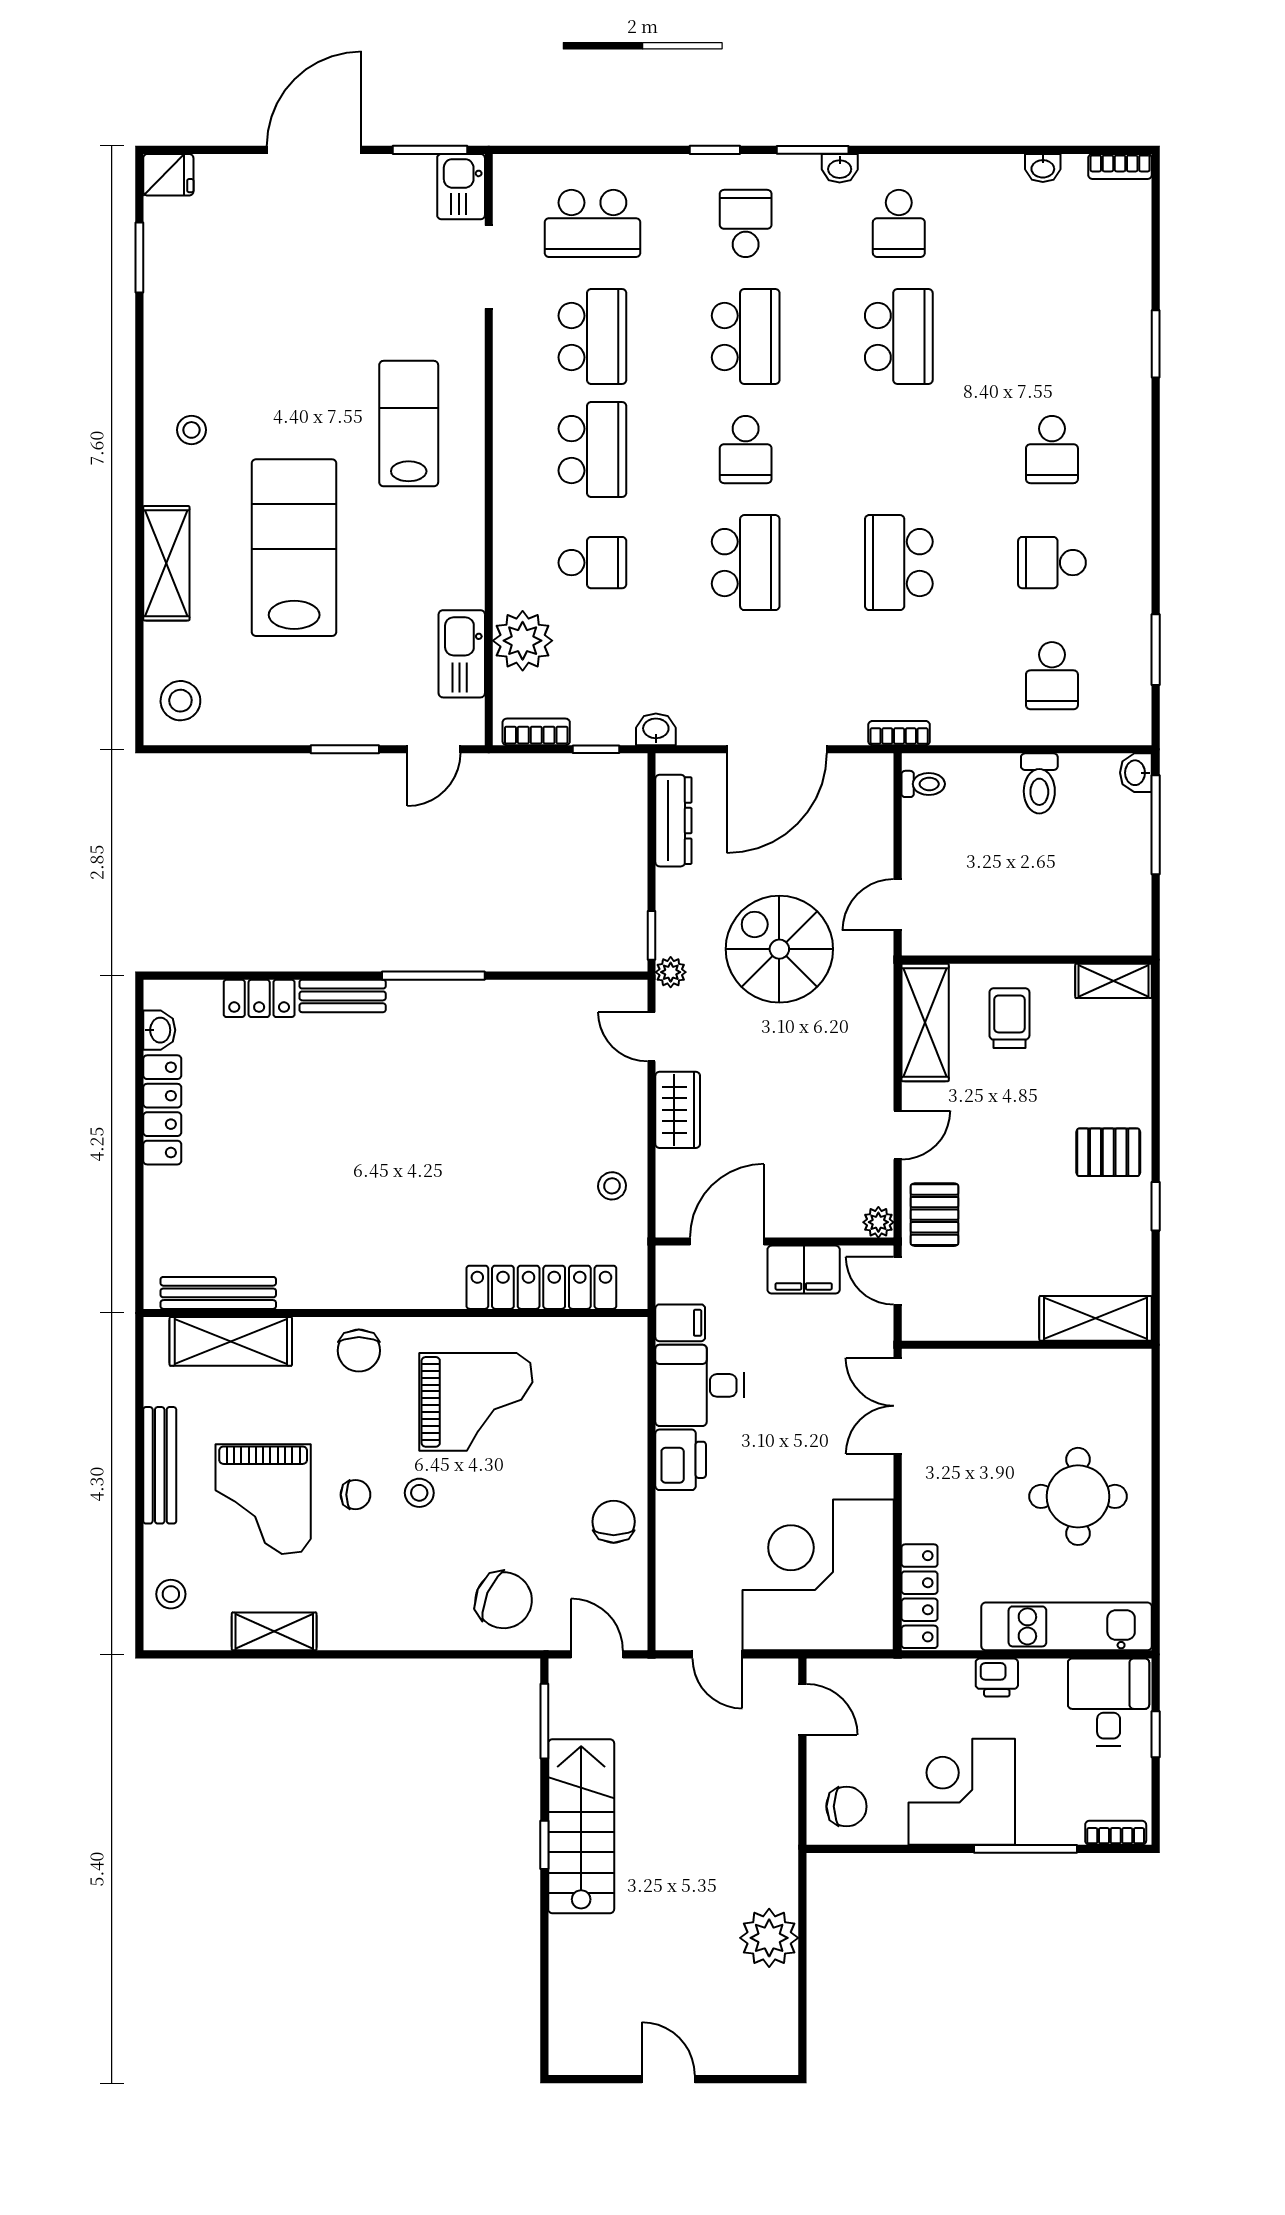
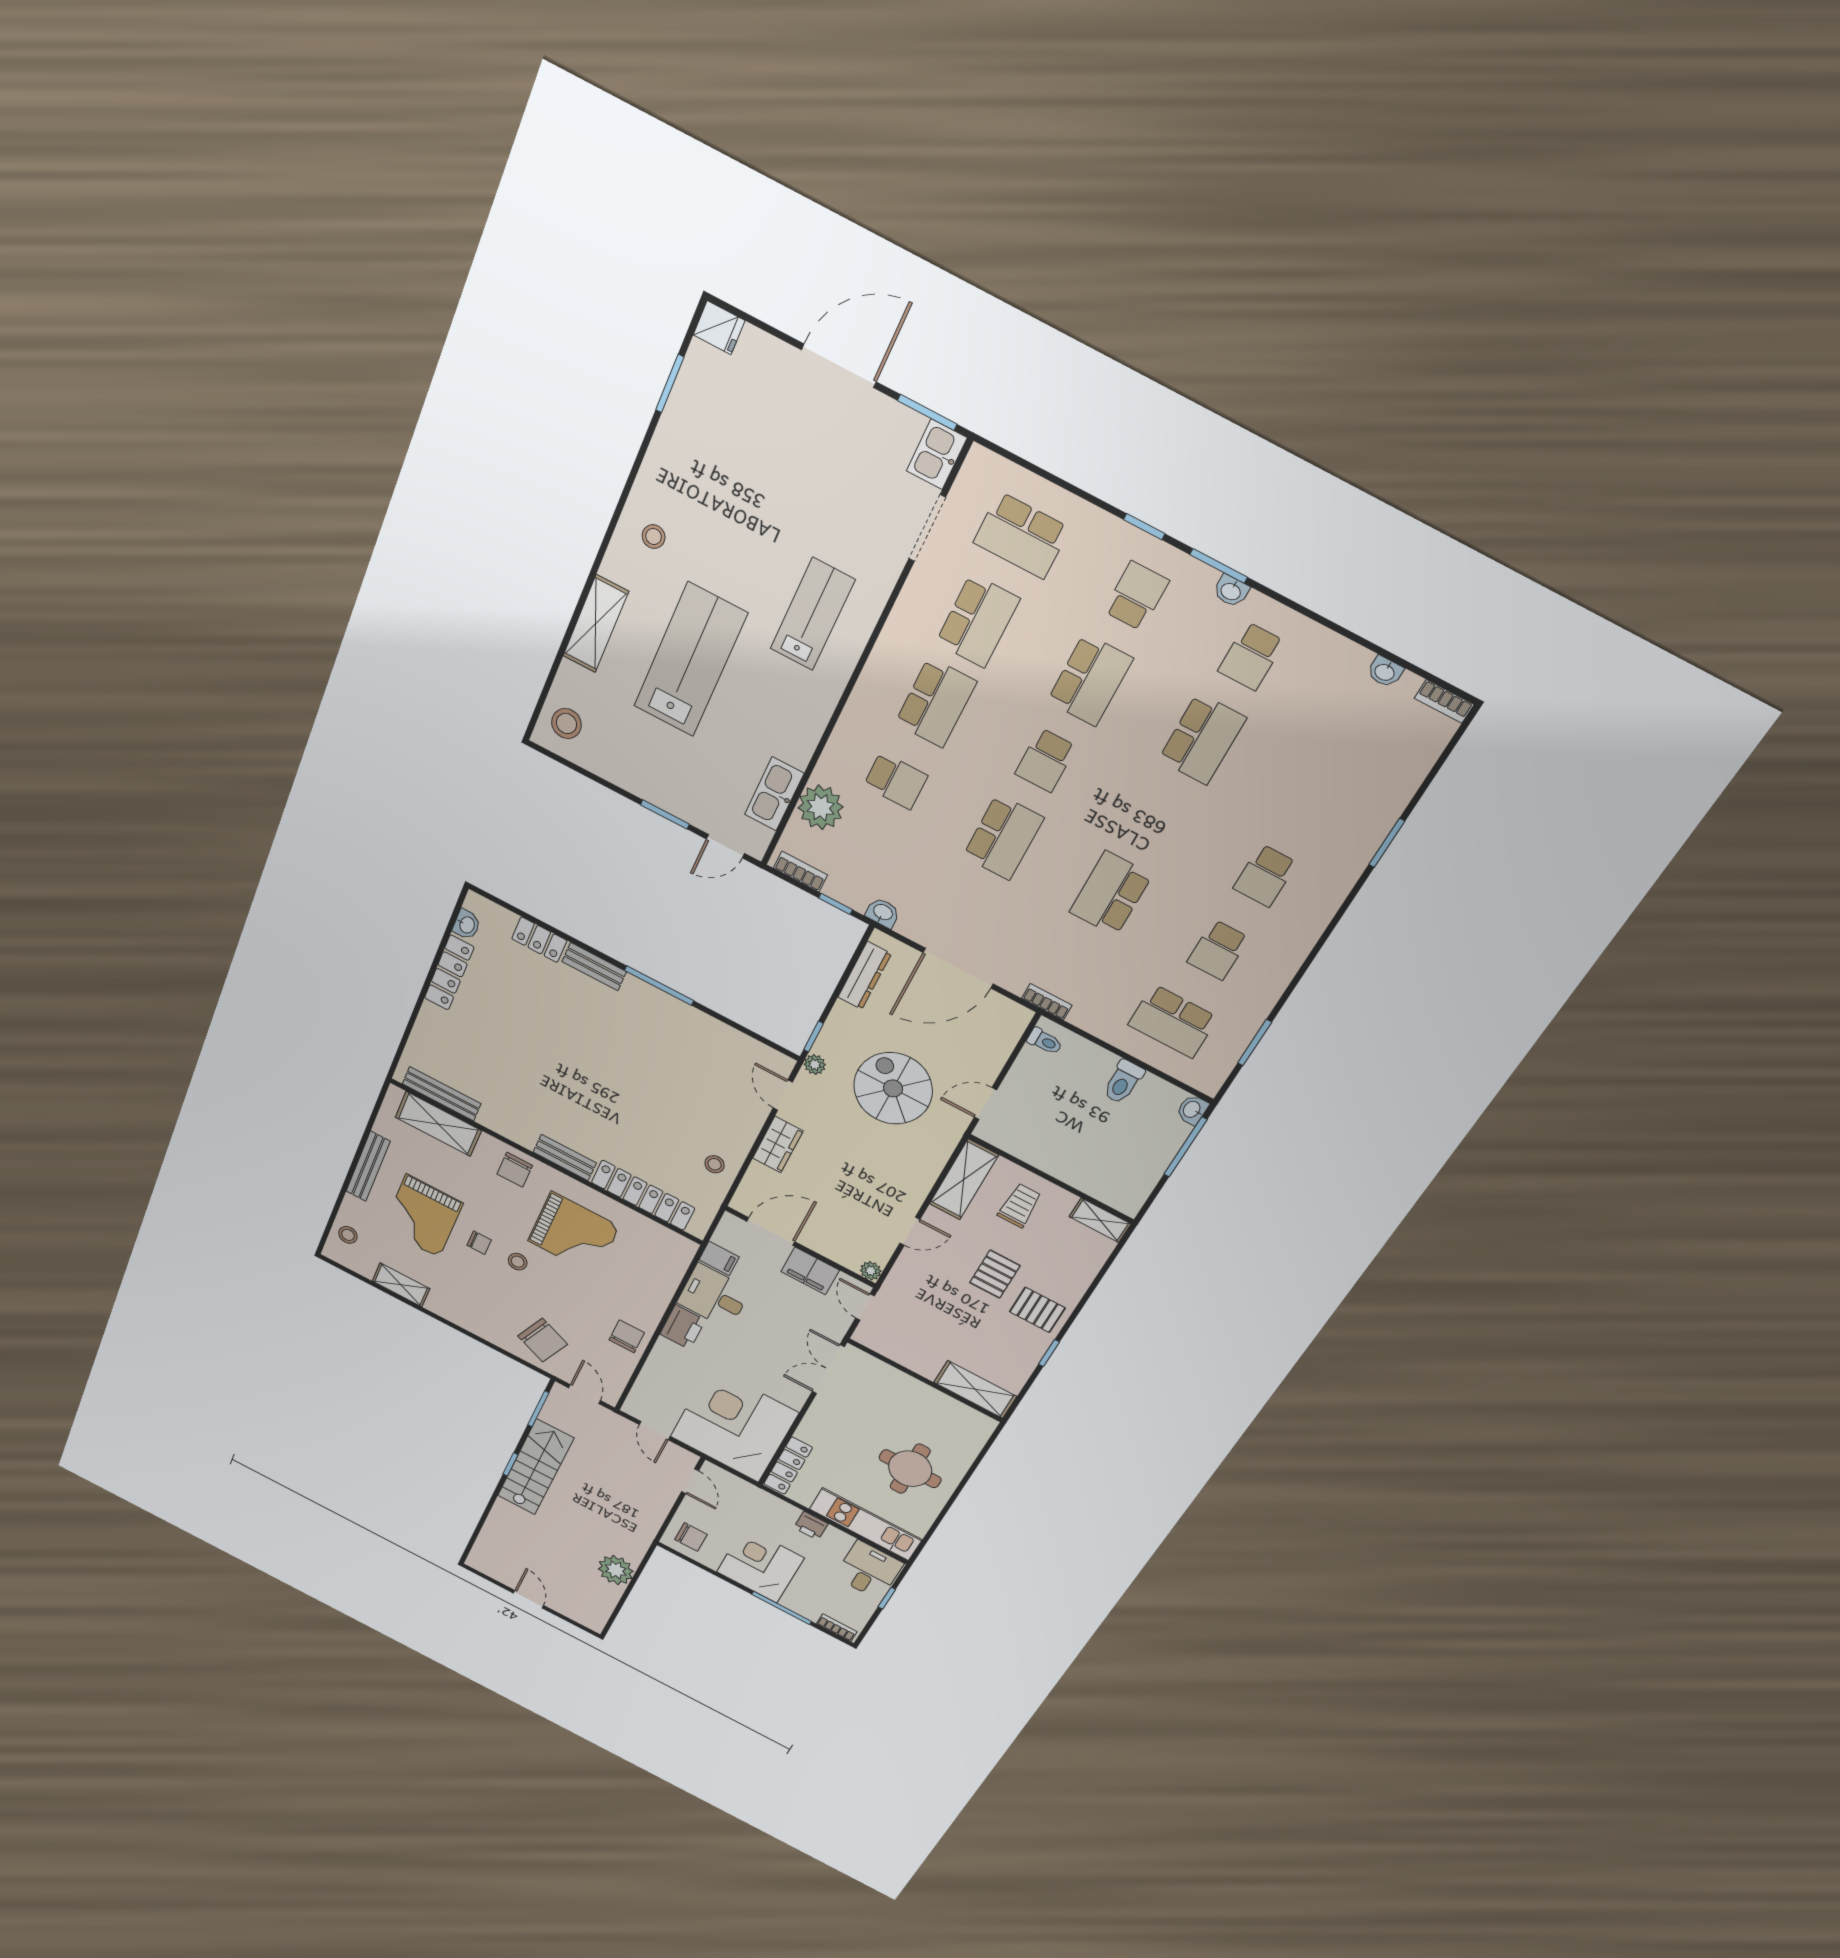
school desk: (1052, 563) -> (1218, 950), turned -90
school desk: (1052, 676) -> (1173, 1021), width x1.85
pallet: (935, 1215) -> (995, 1274), moved
bench: (417, 1292) -> (565, 1158), added

